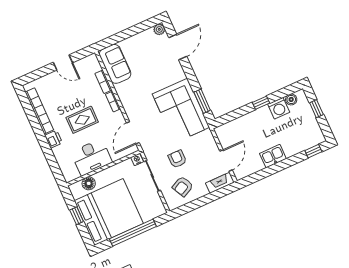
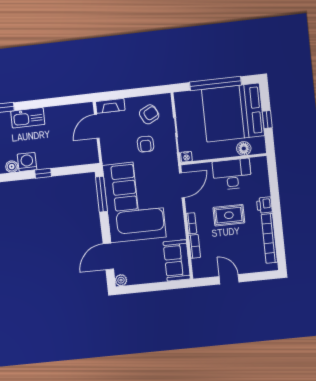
window: (202, 101) -> (101, 194), width x1.44
corner sofa: (181, 111) -> (134, 201), width x1.36, depth x1.36
kitchen sink: (273, 156) -> (28, 118), moved, width x1.38

